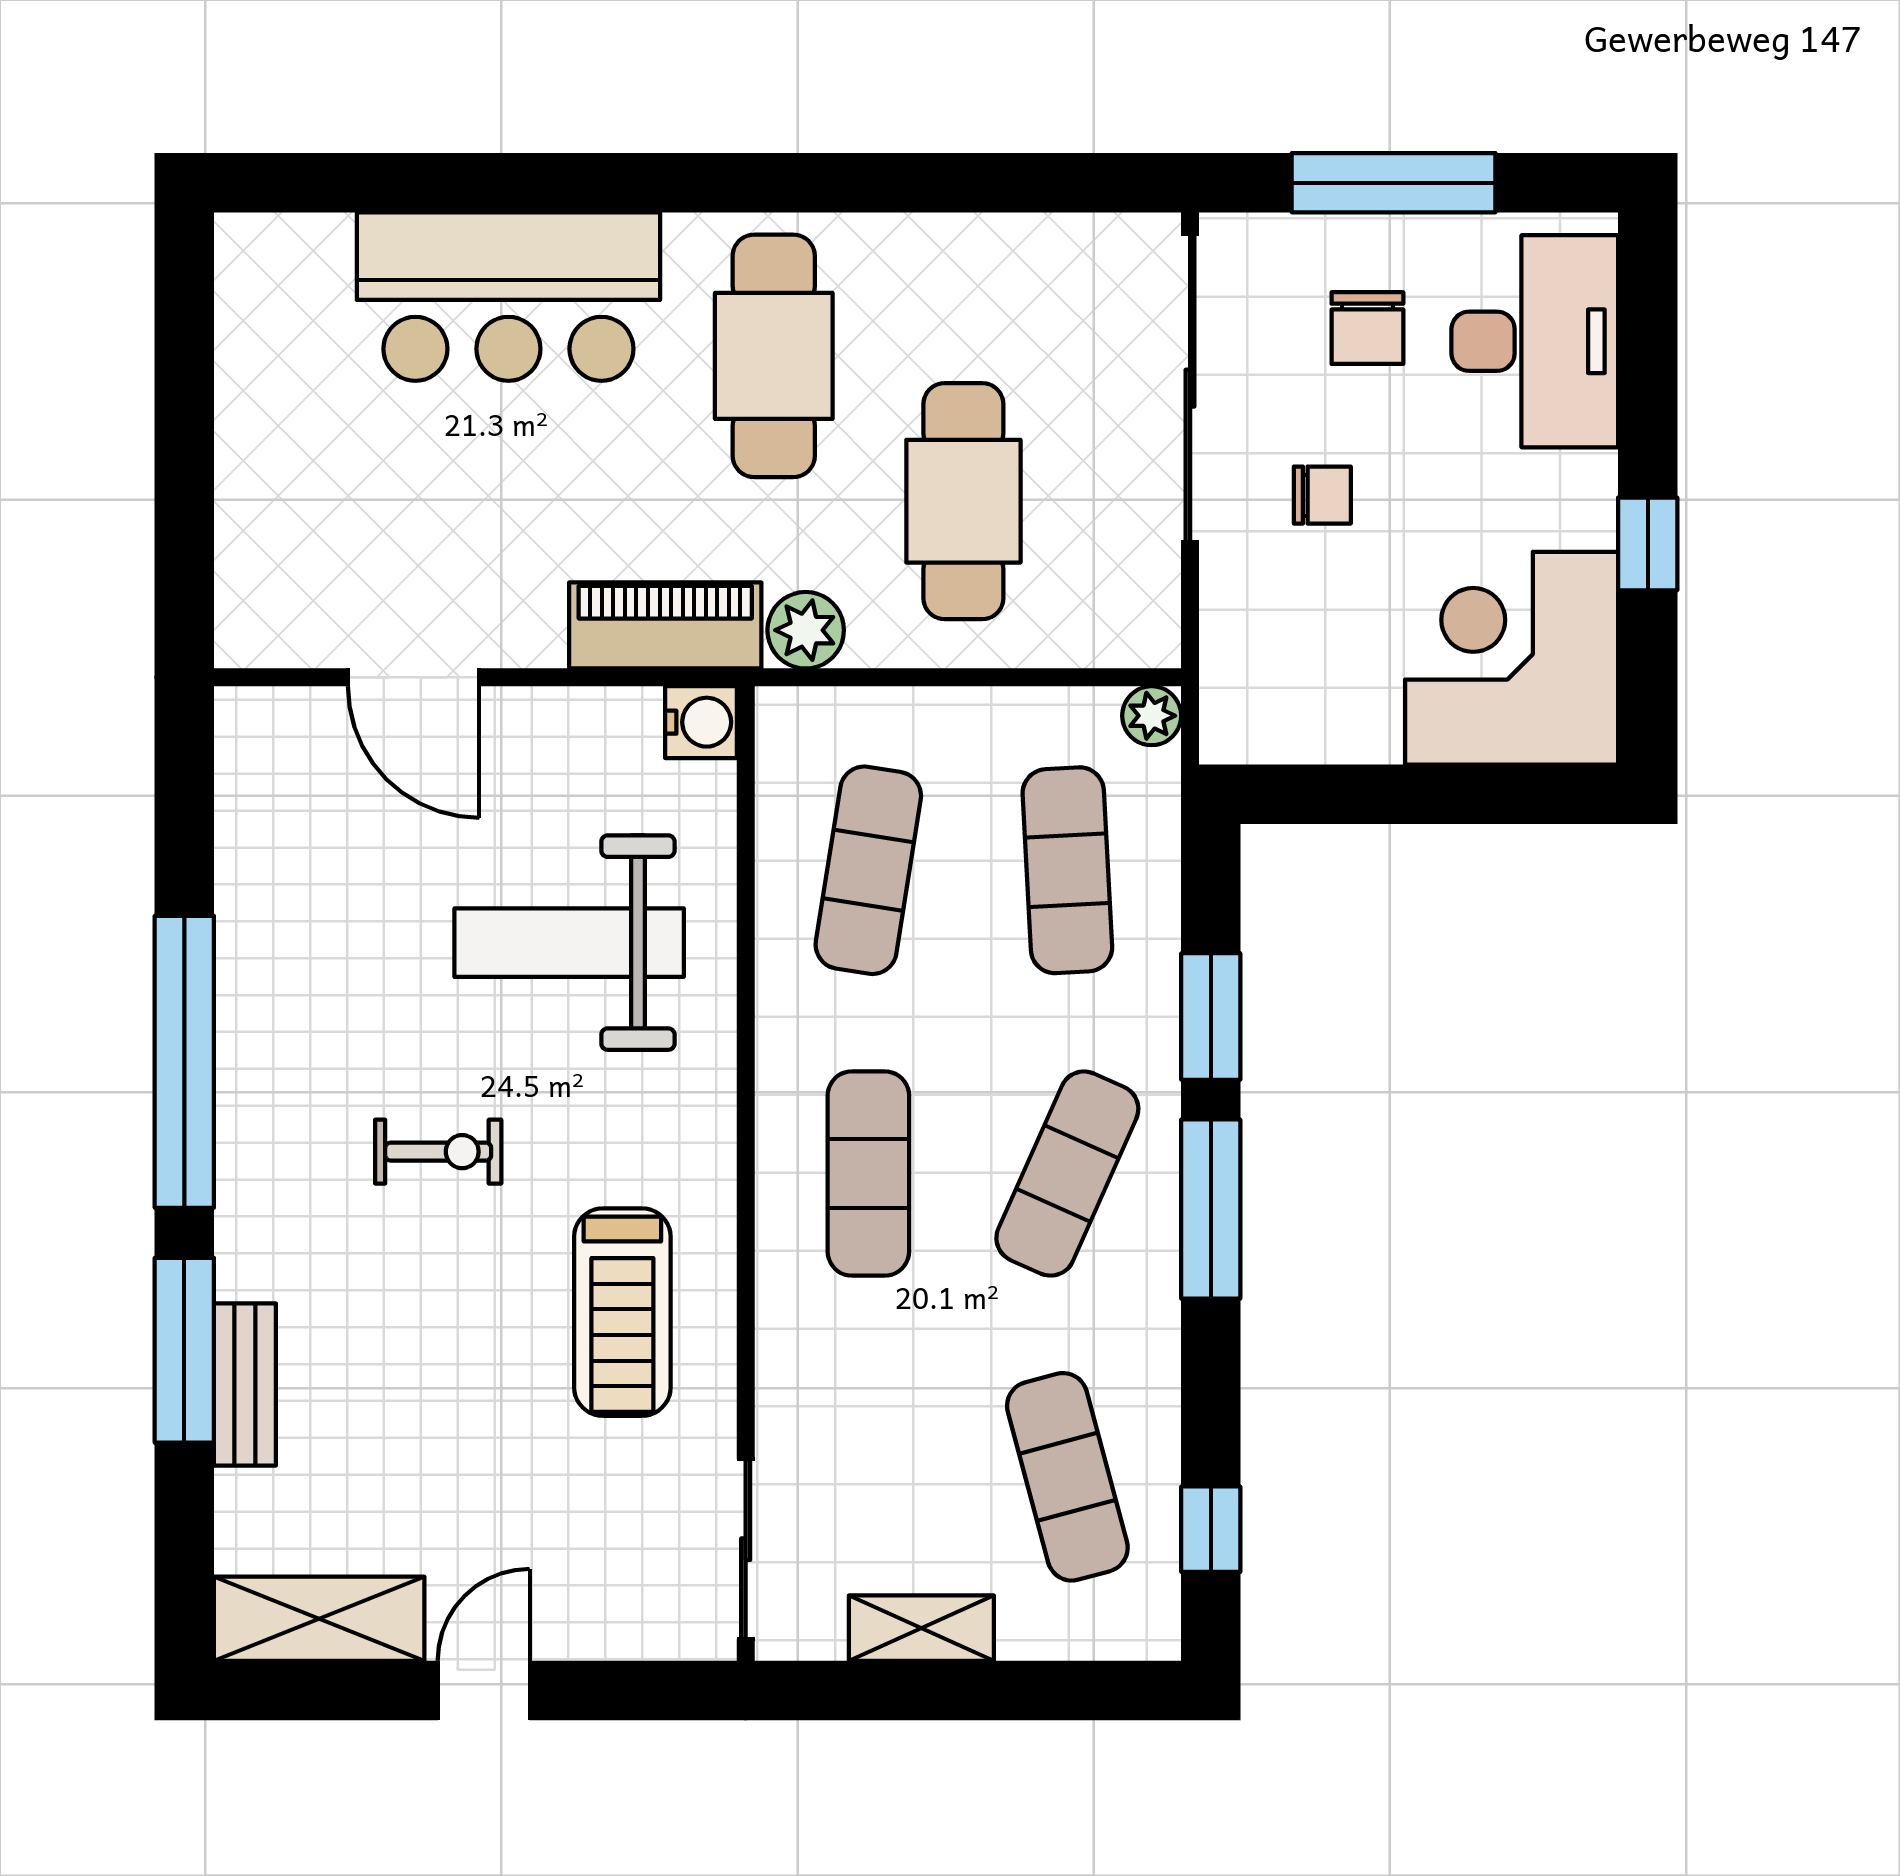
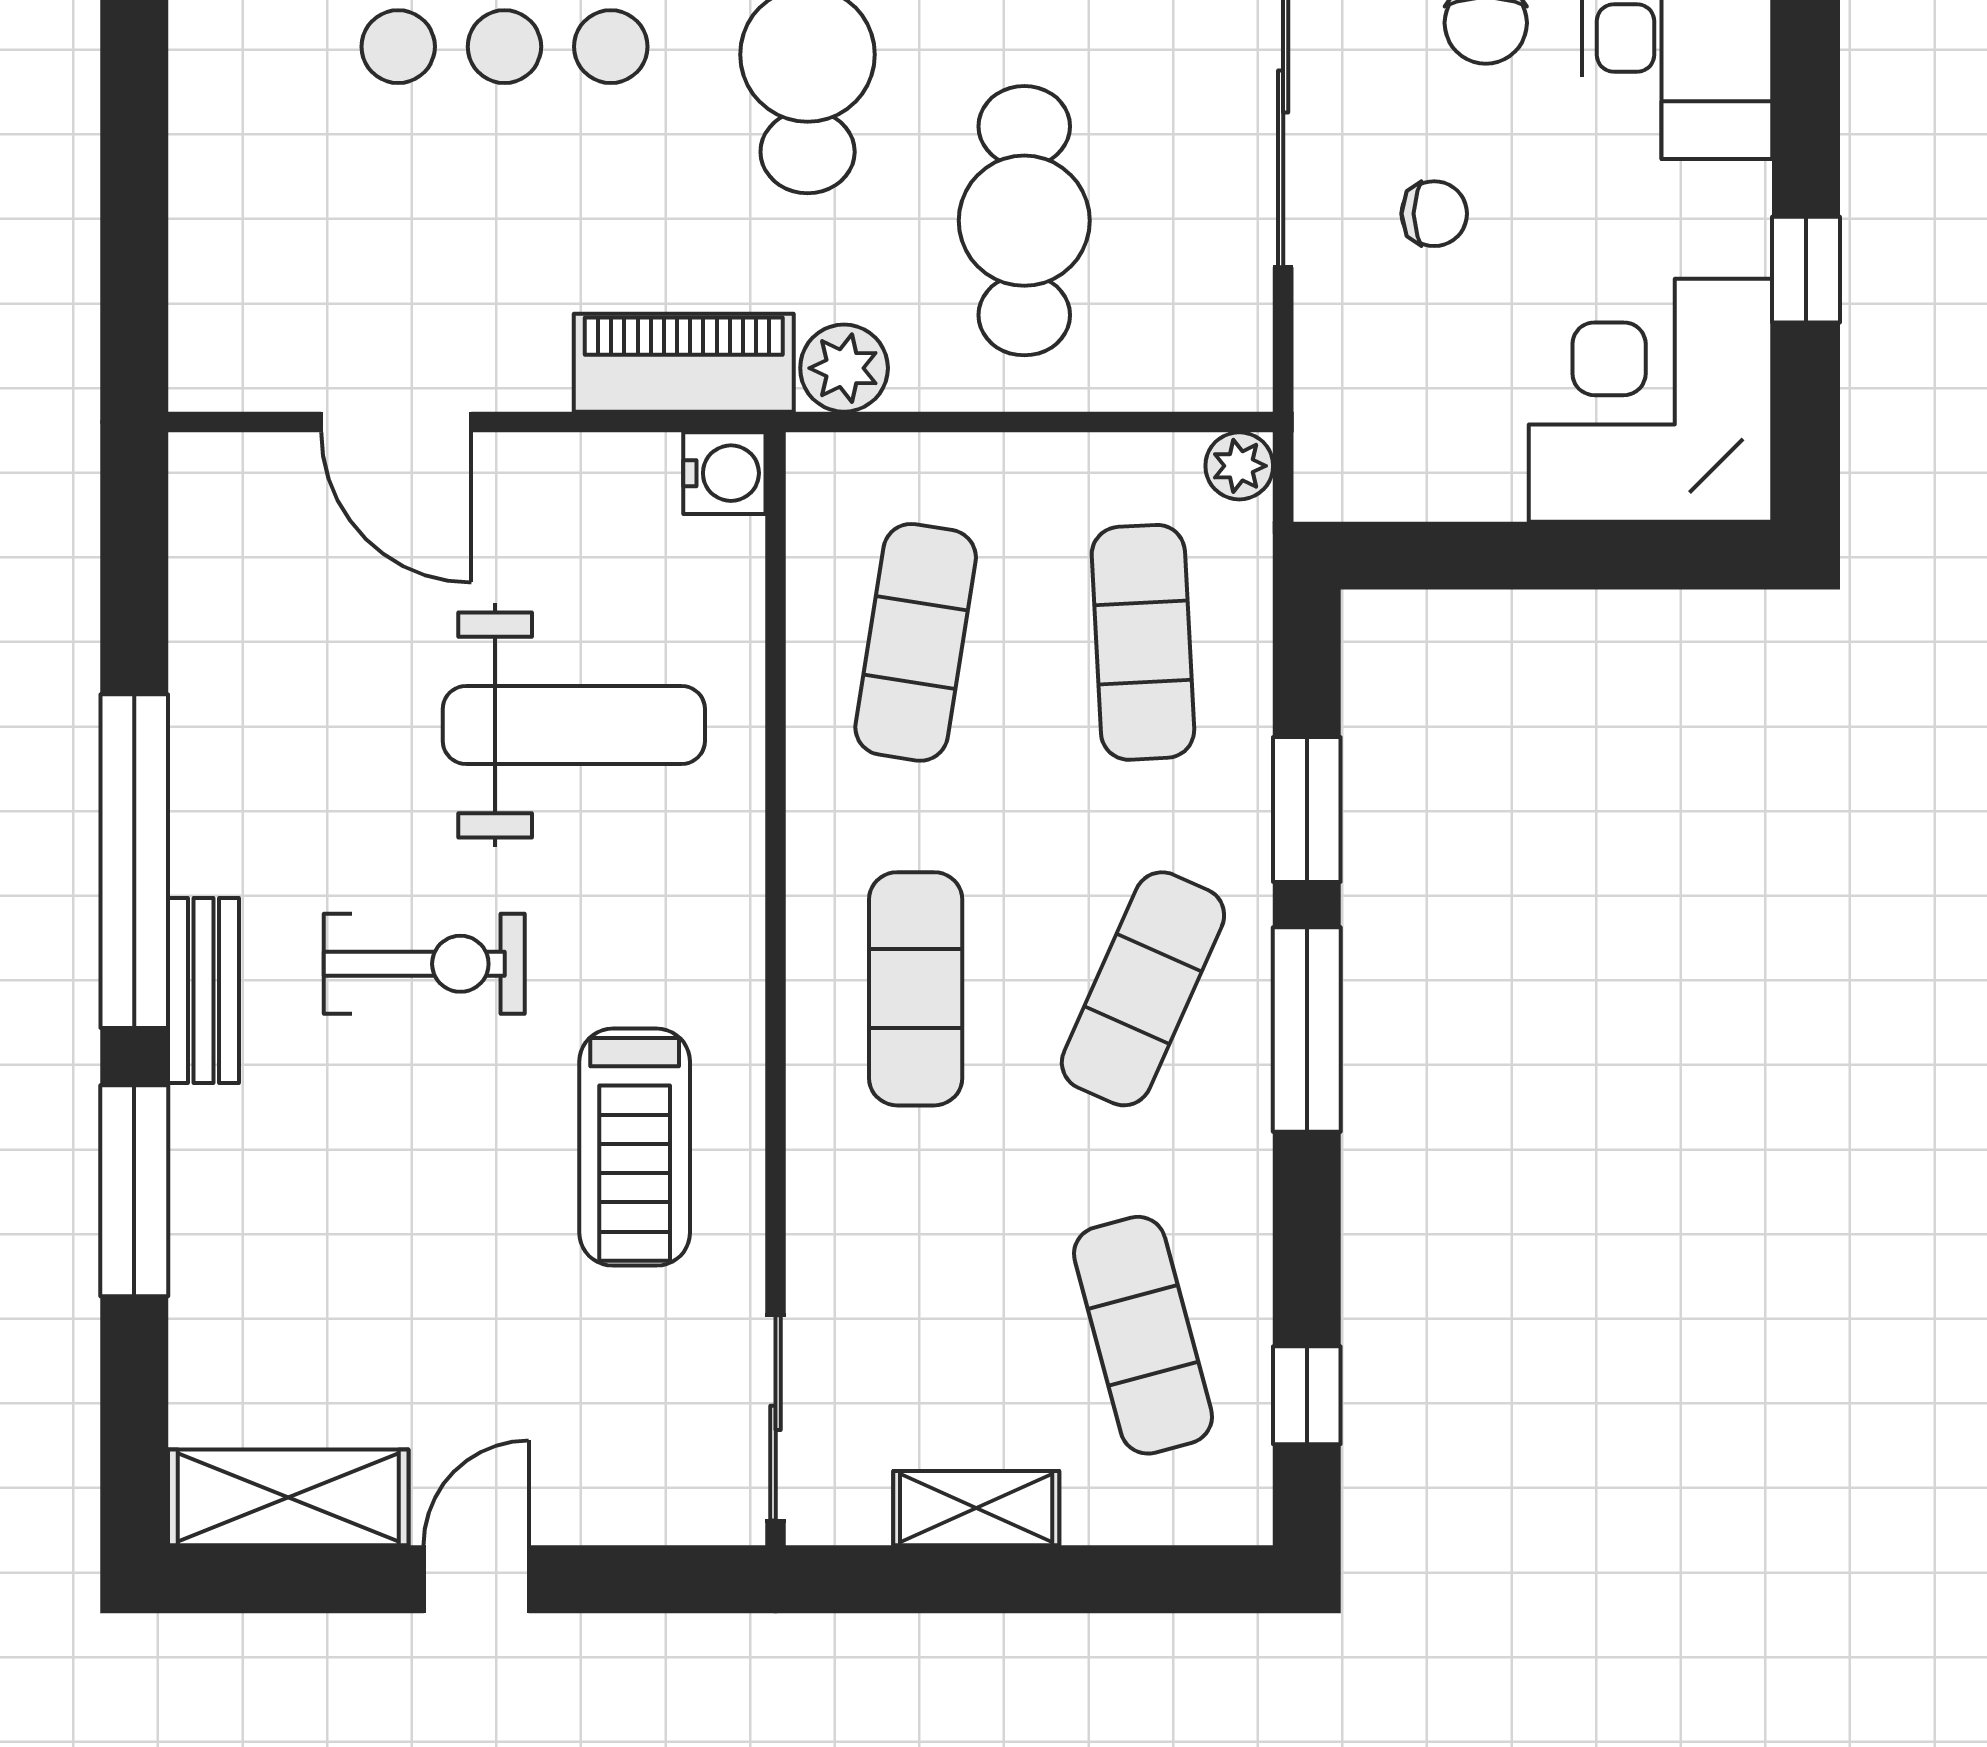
weight bench: (569, 943) -> (574, 725), turned 180
exercise bike: (438, 1152) -> (424, 964), width x1.38, depth x1.39
bench: (245, 1384) -> (203, 990), moved

